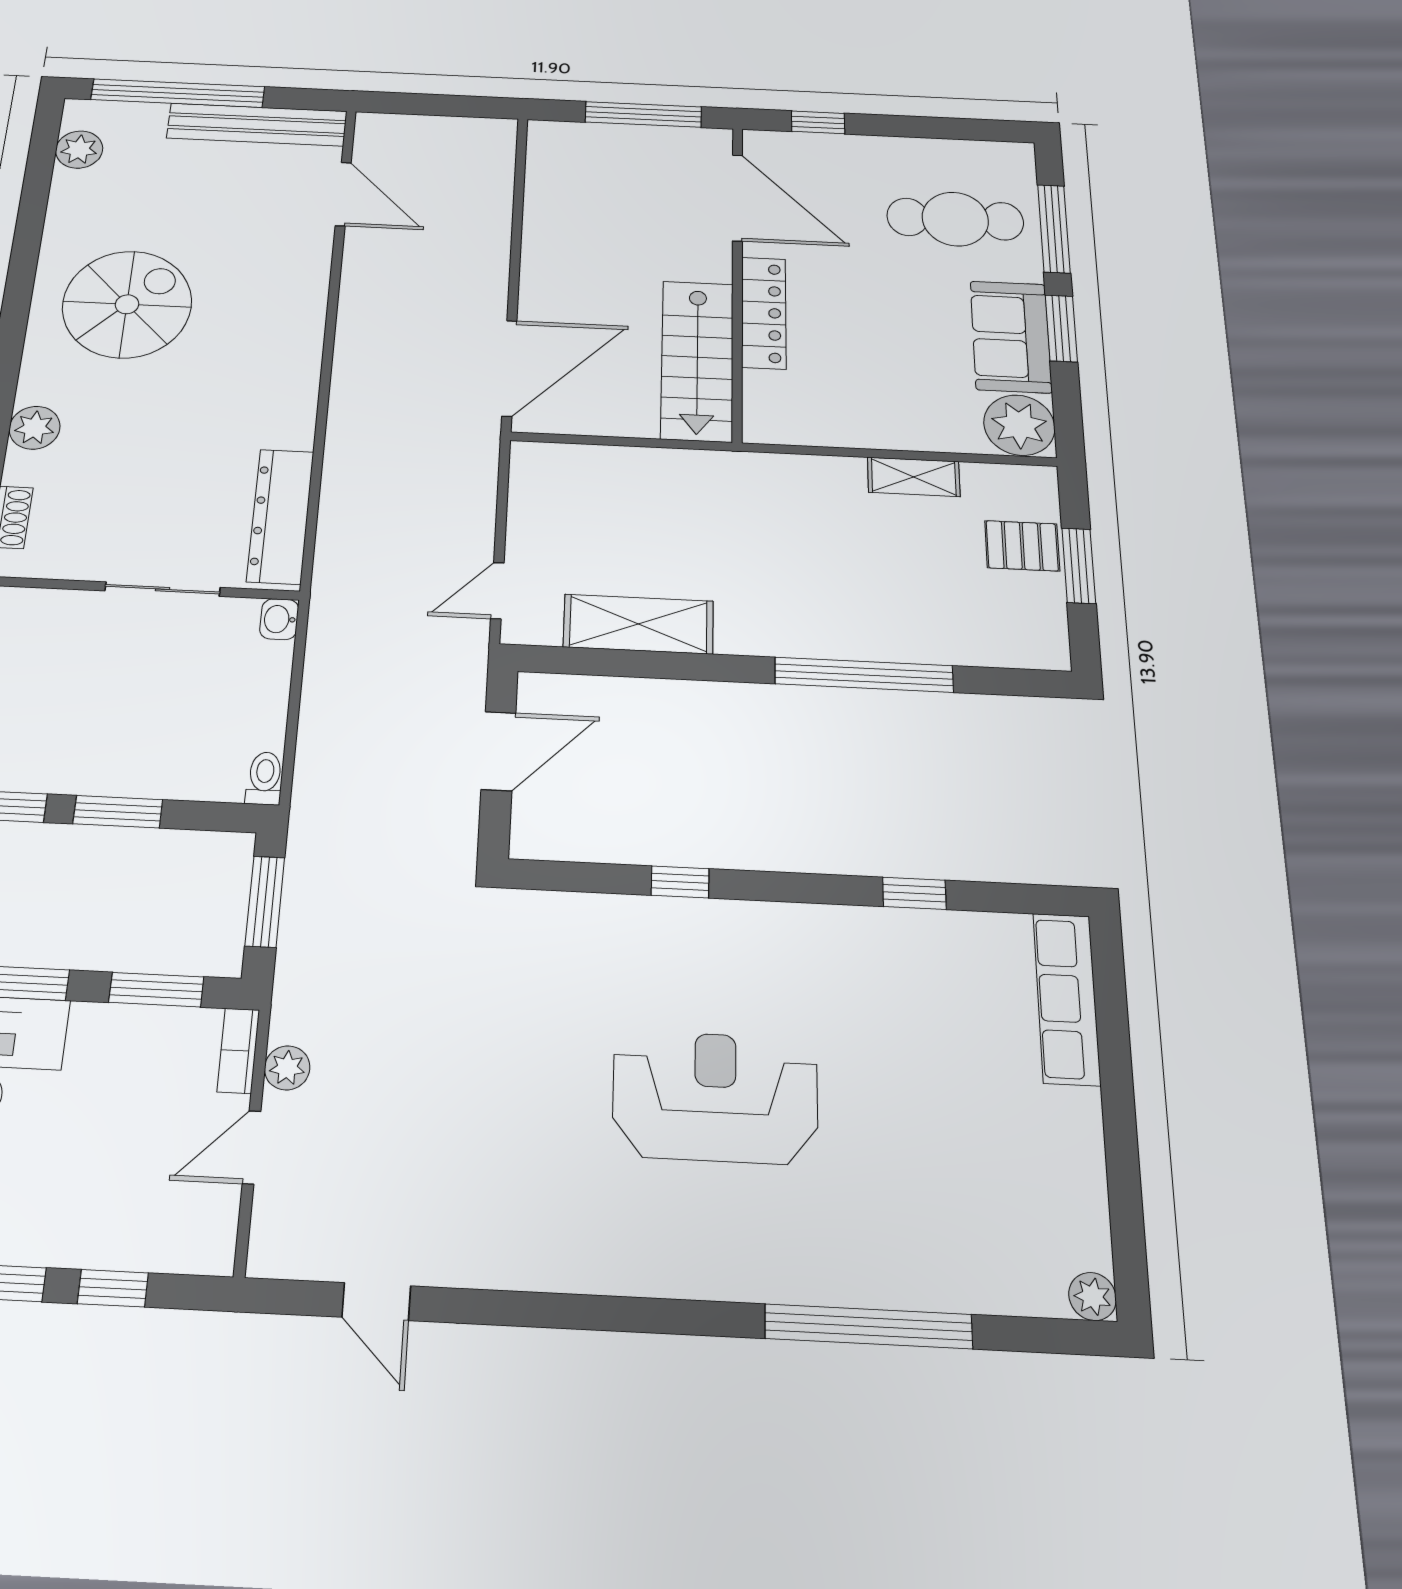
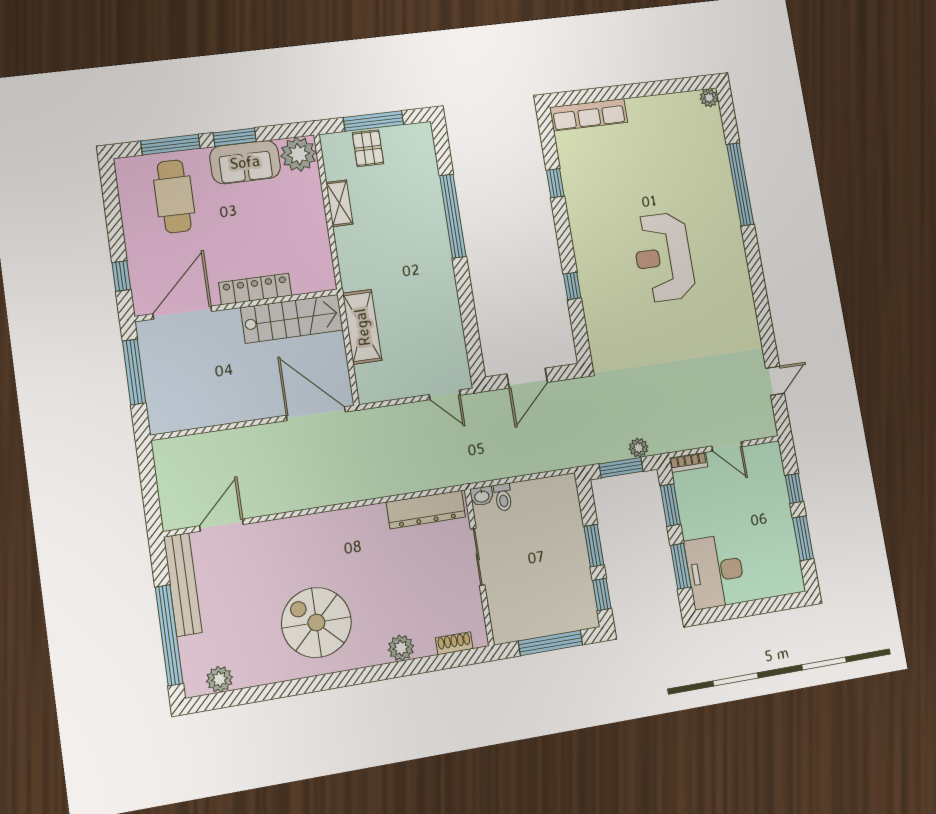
window: (1079, 566) -> (373, 121), width x1.44
shelving: (638, 624) -> (362, 327), moved
door: (499, 751) -> (527, 378), swing flipped
toilet: (265, 778) -> (503, 497), moved, turned -90
plant: (287, 1068) -> (639, 448), moved

